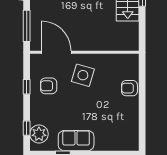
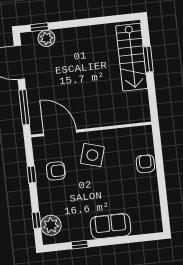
armchair: (49, 86) -> (56, 171), turned 180
armchair: (129, 88) -> (145, 164), turned 90
sofa: (76, 141) -> (111, 226), moved

